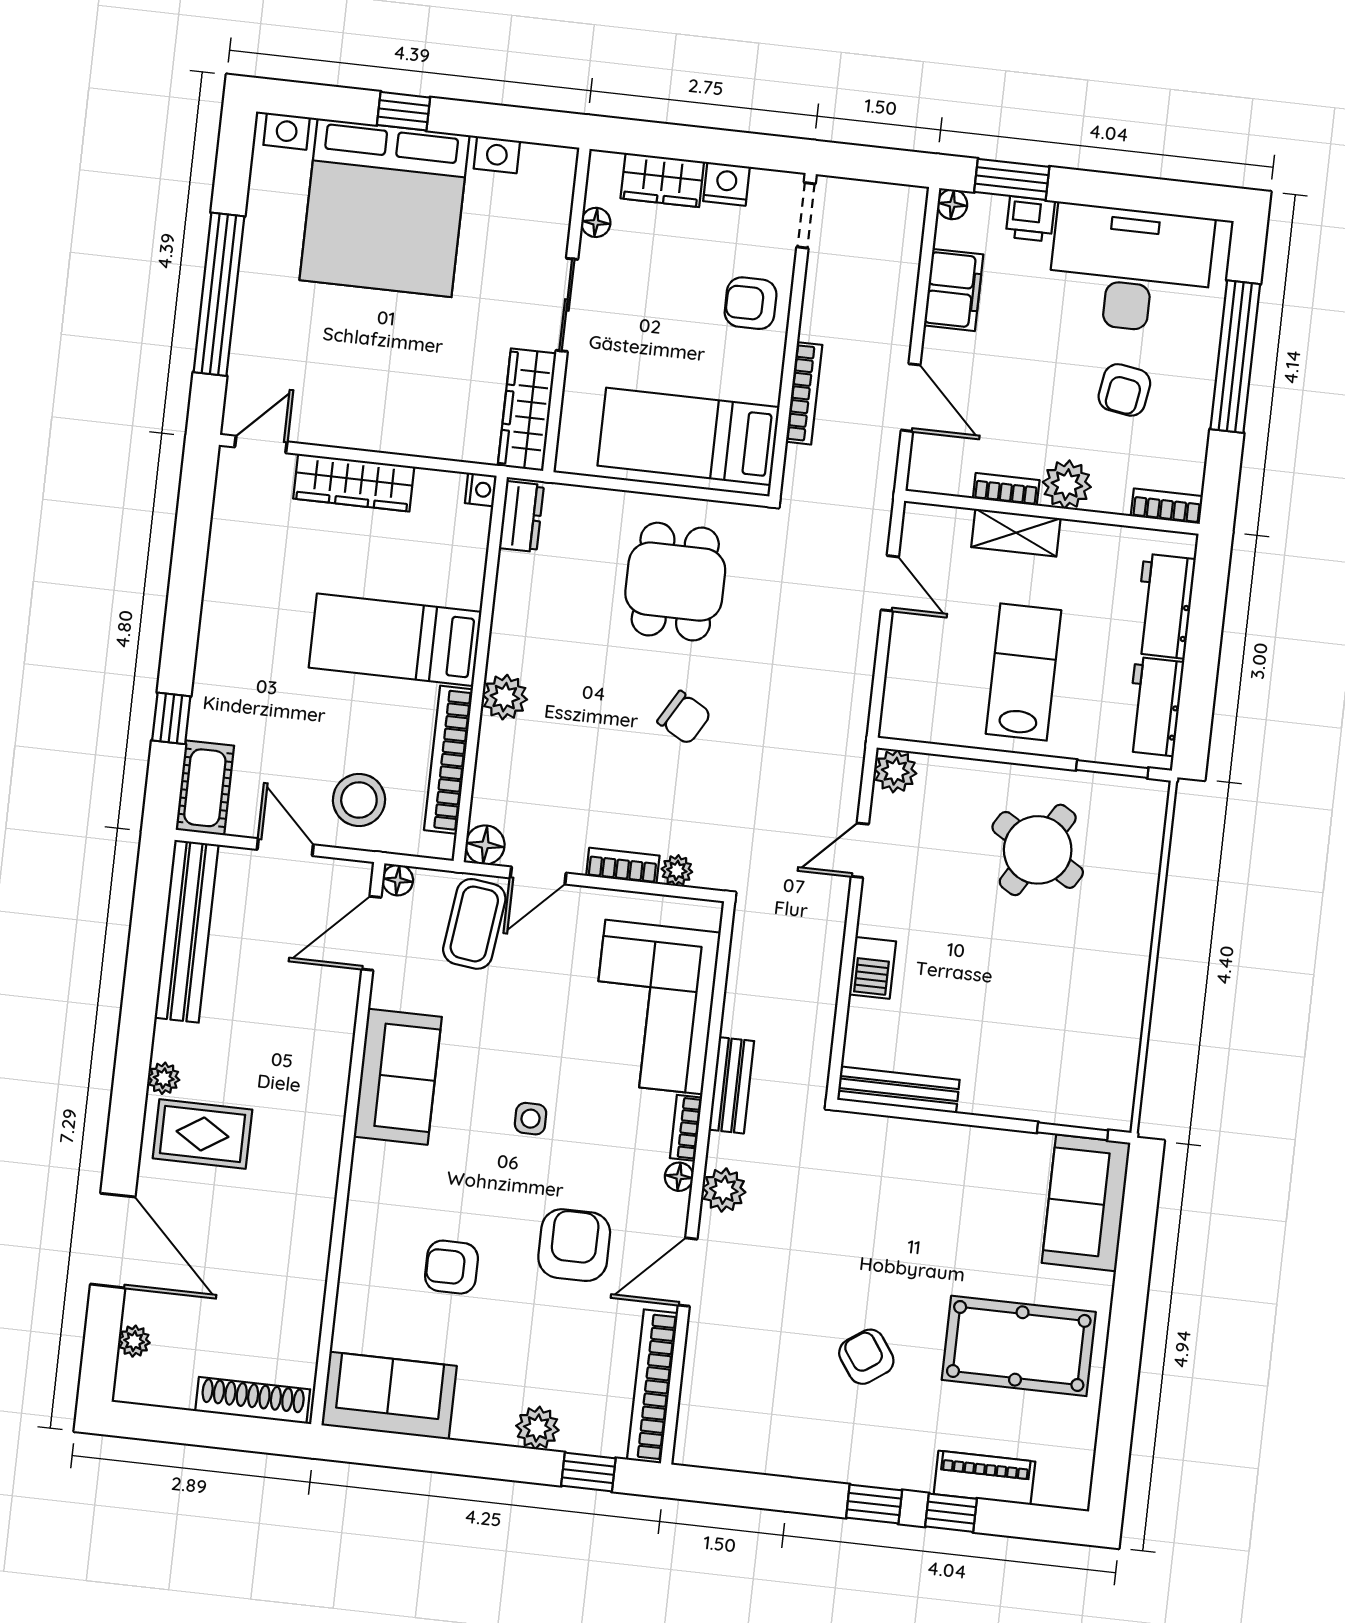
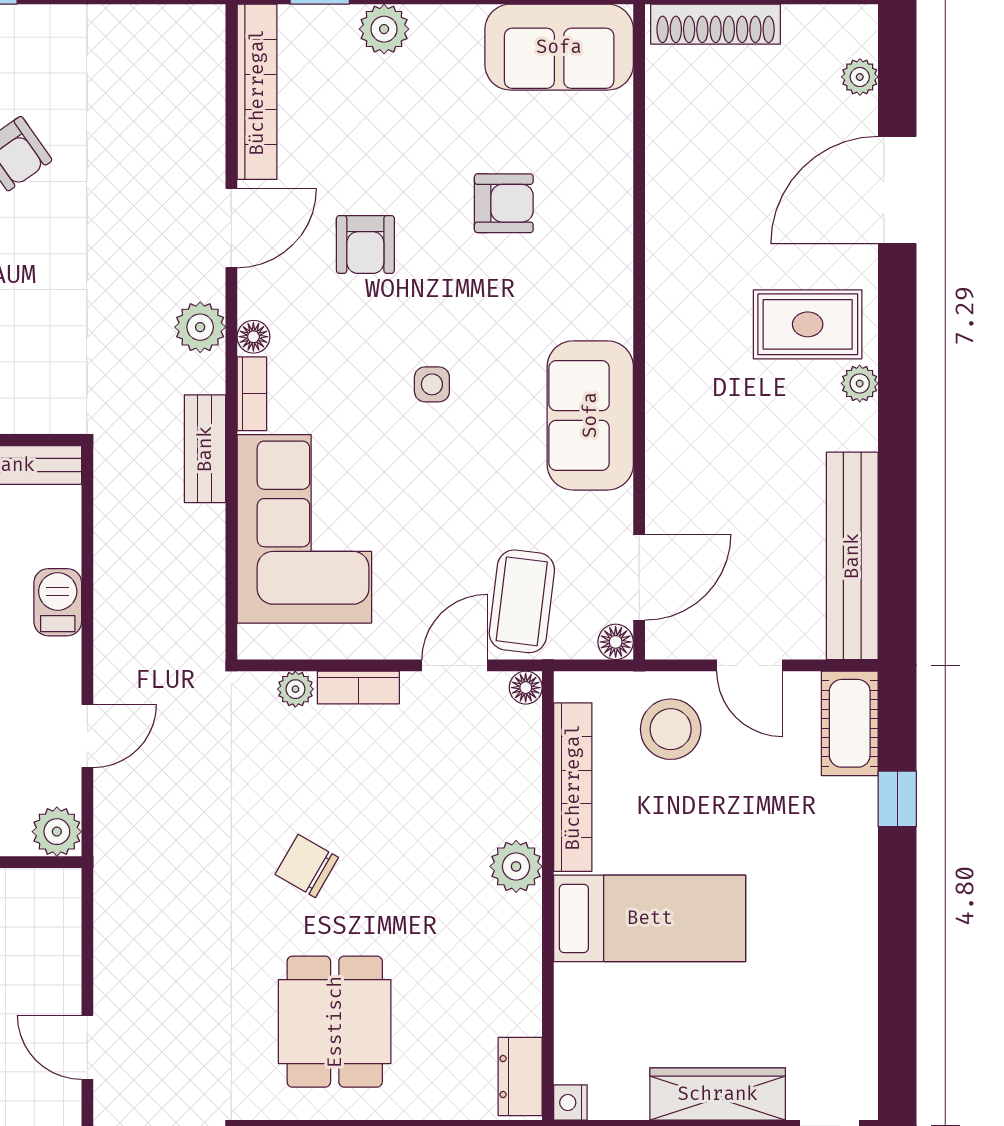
floor lamp: (485, 845) -> (526, 688), width x0.73, depth x0.73
door: (113, 1241) -> (897, 190), hinge flipped
armchair: (574, 1245) -> (365, 244), width x0.72, depth x0.72

